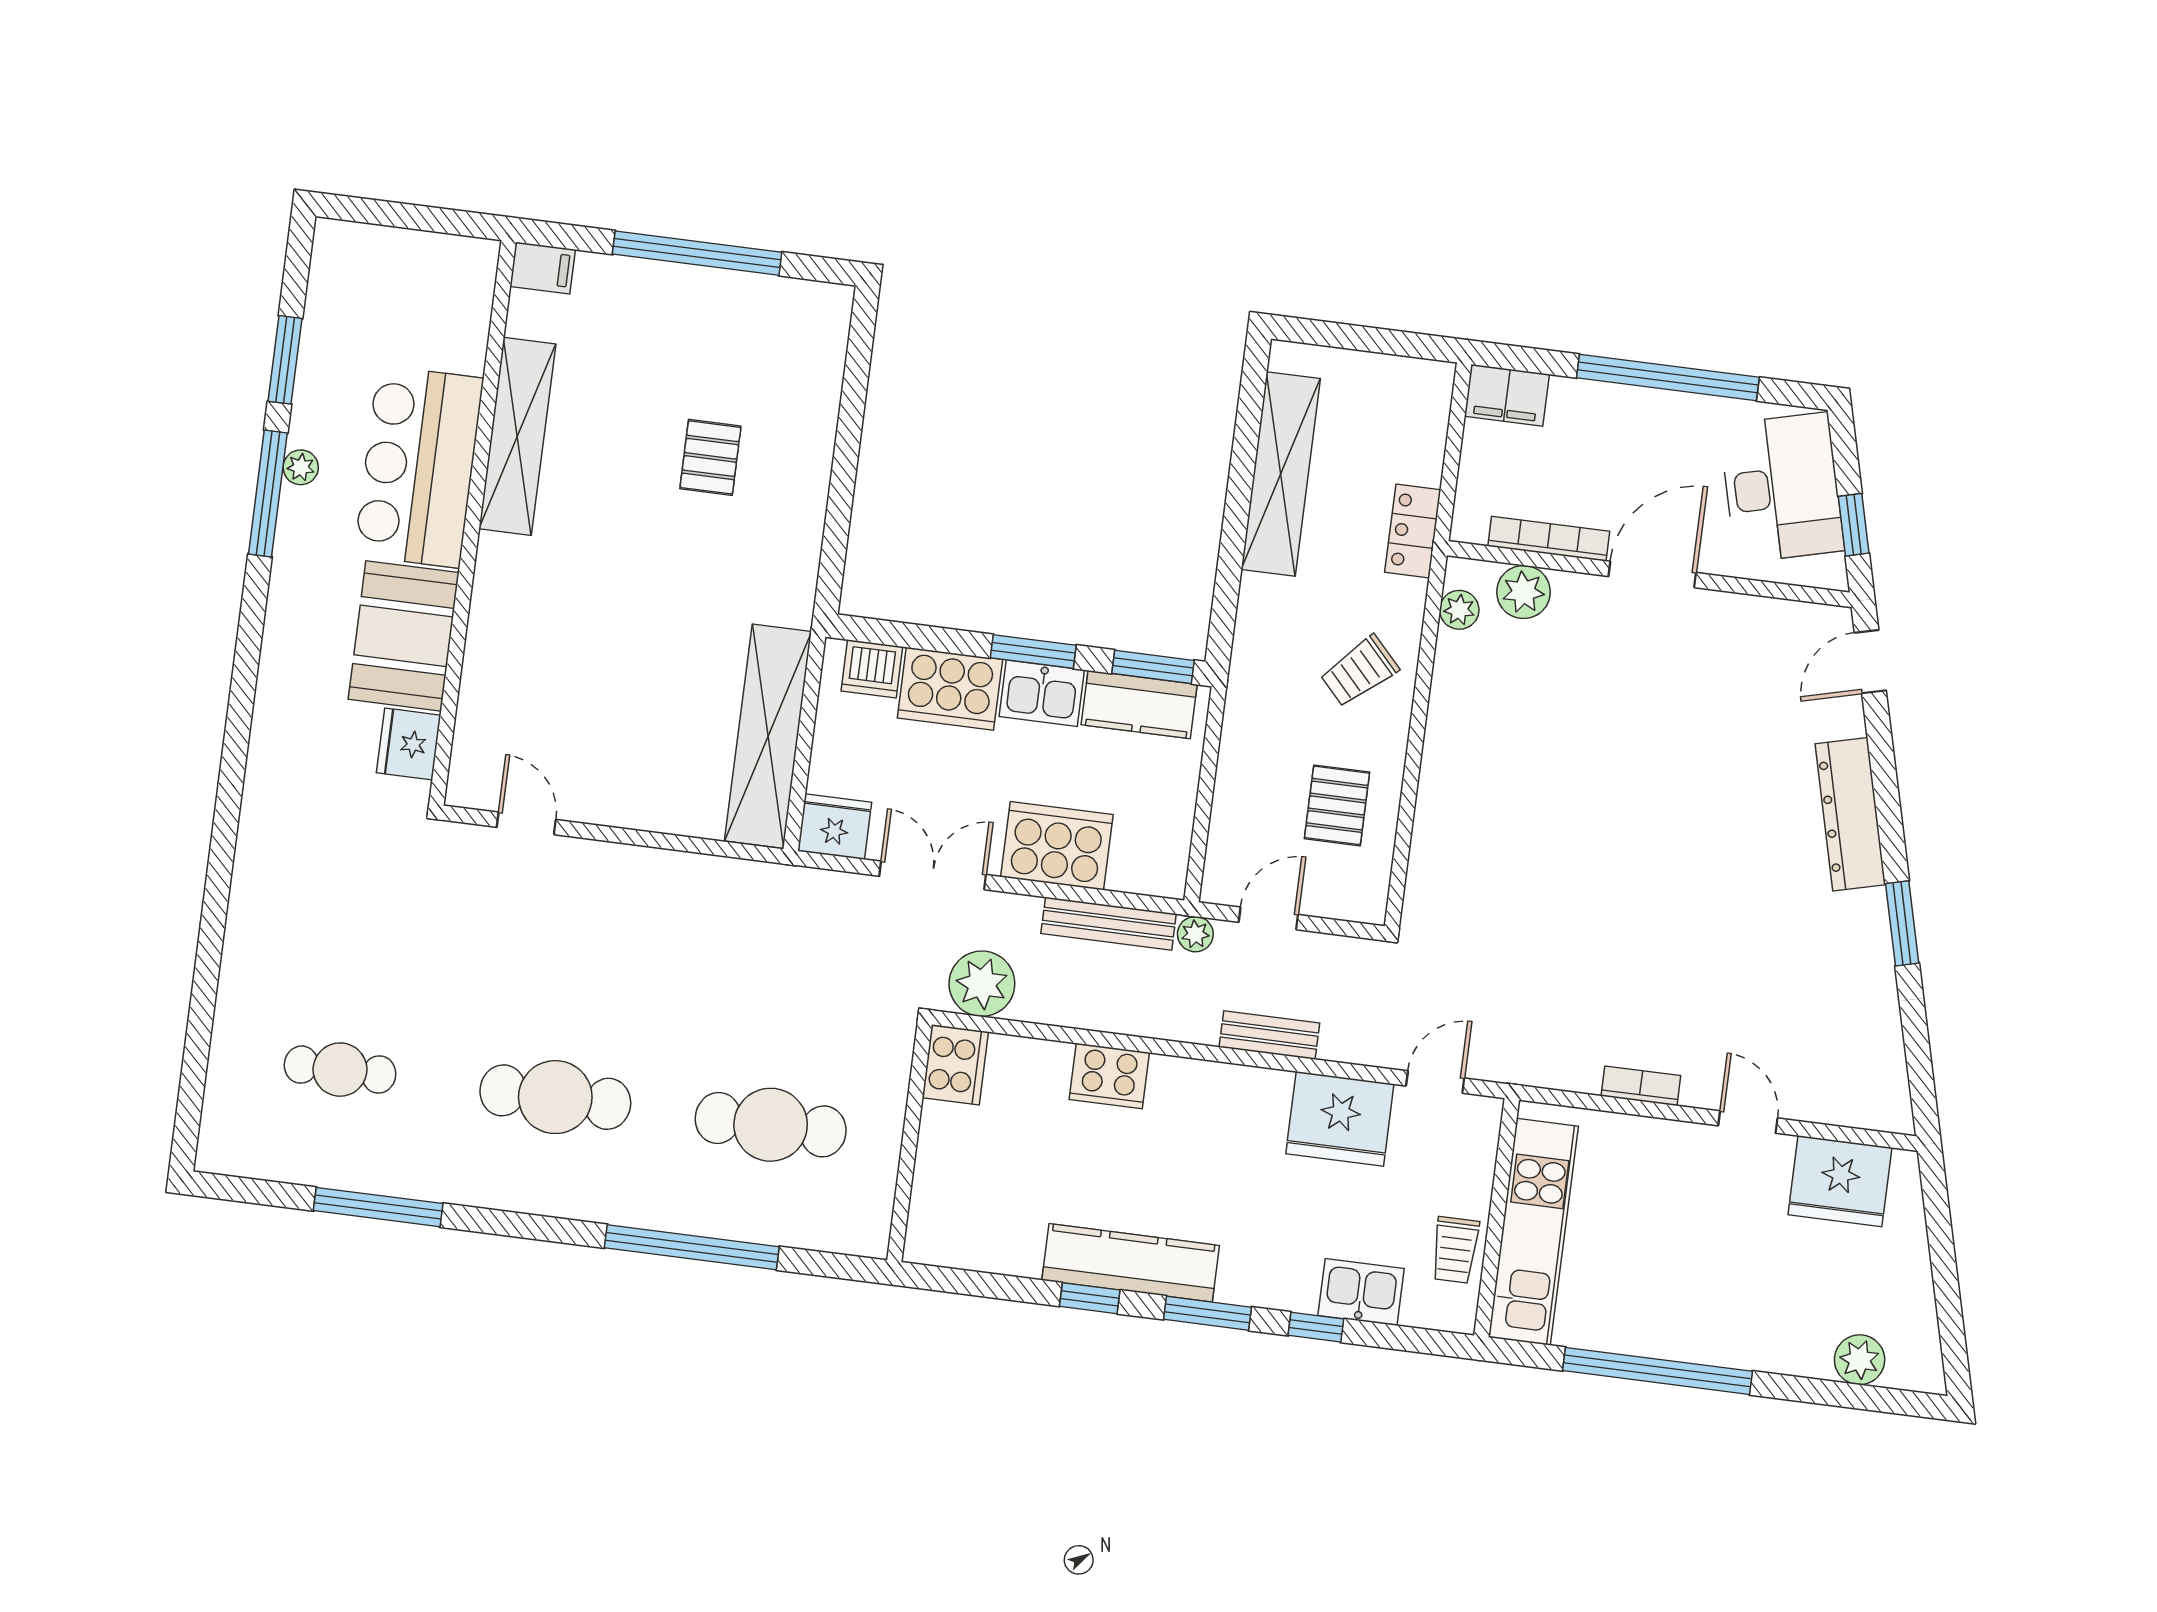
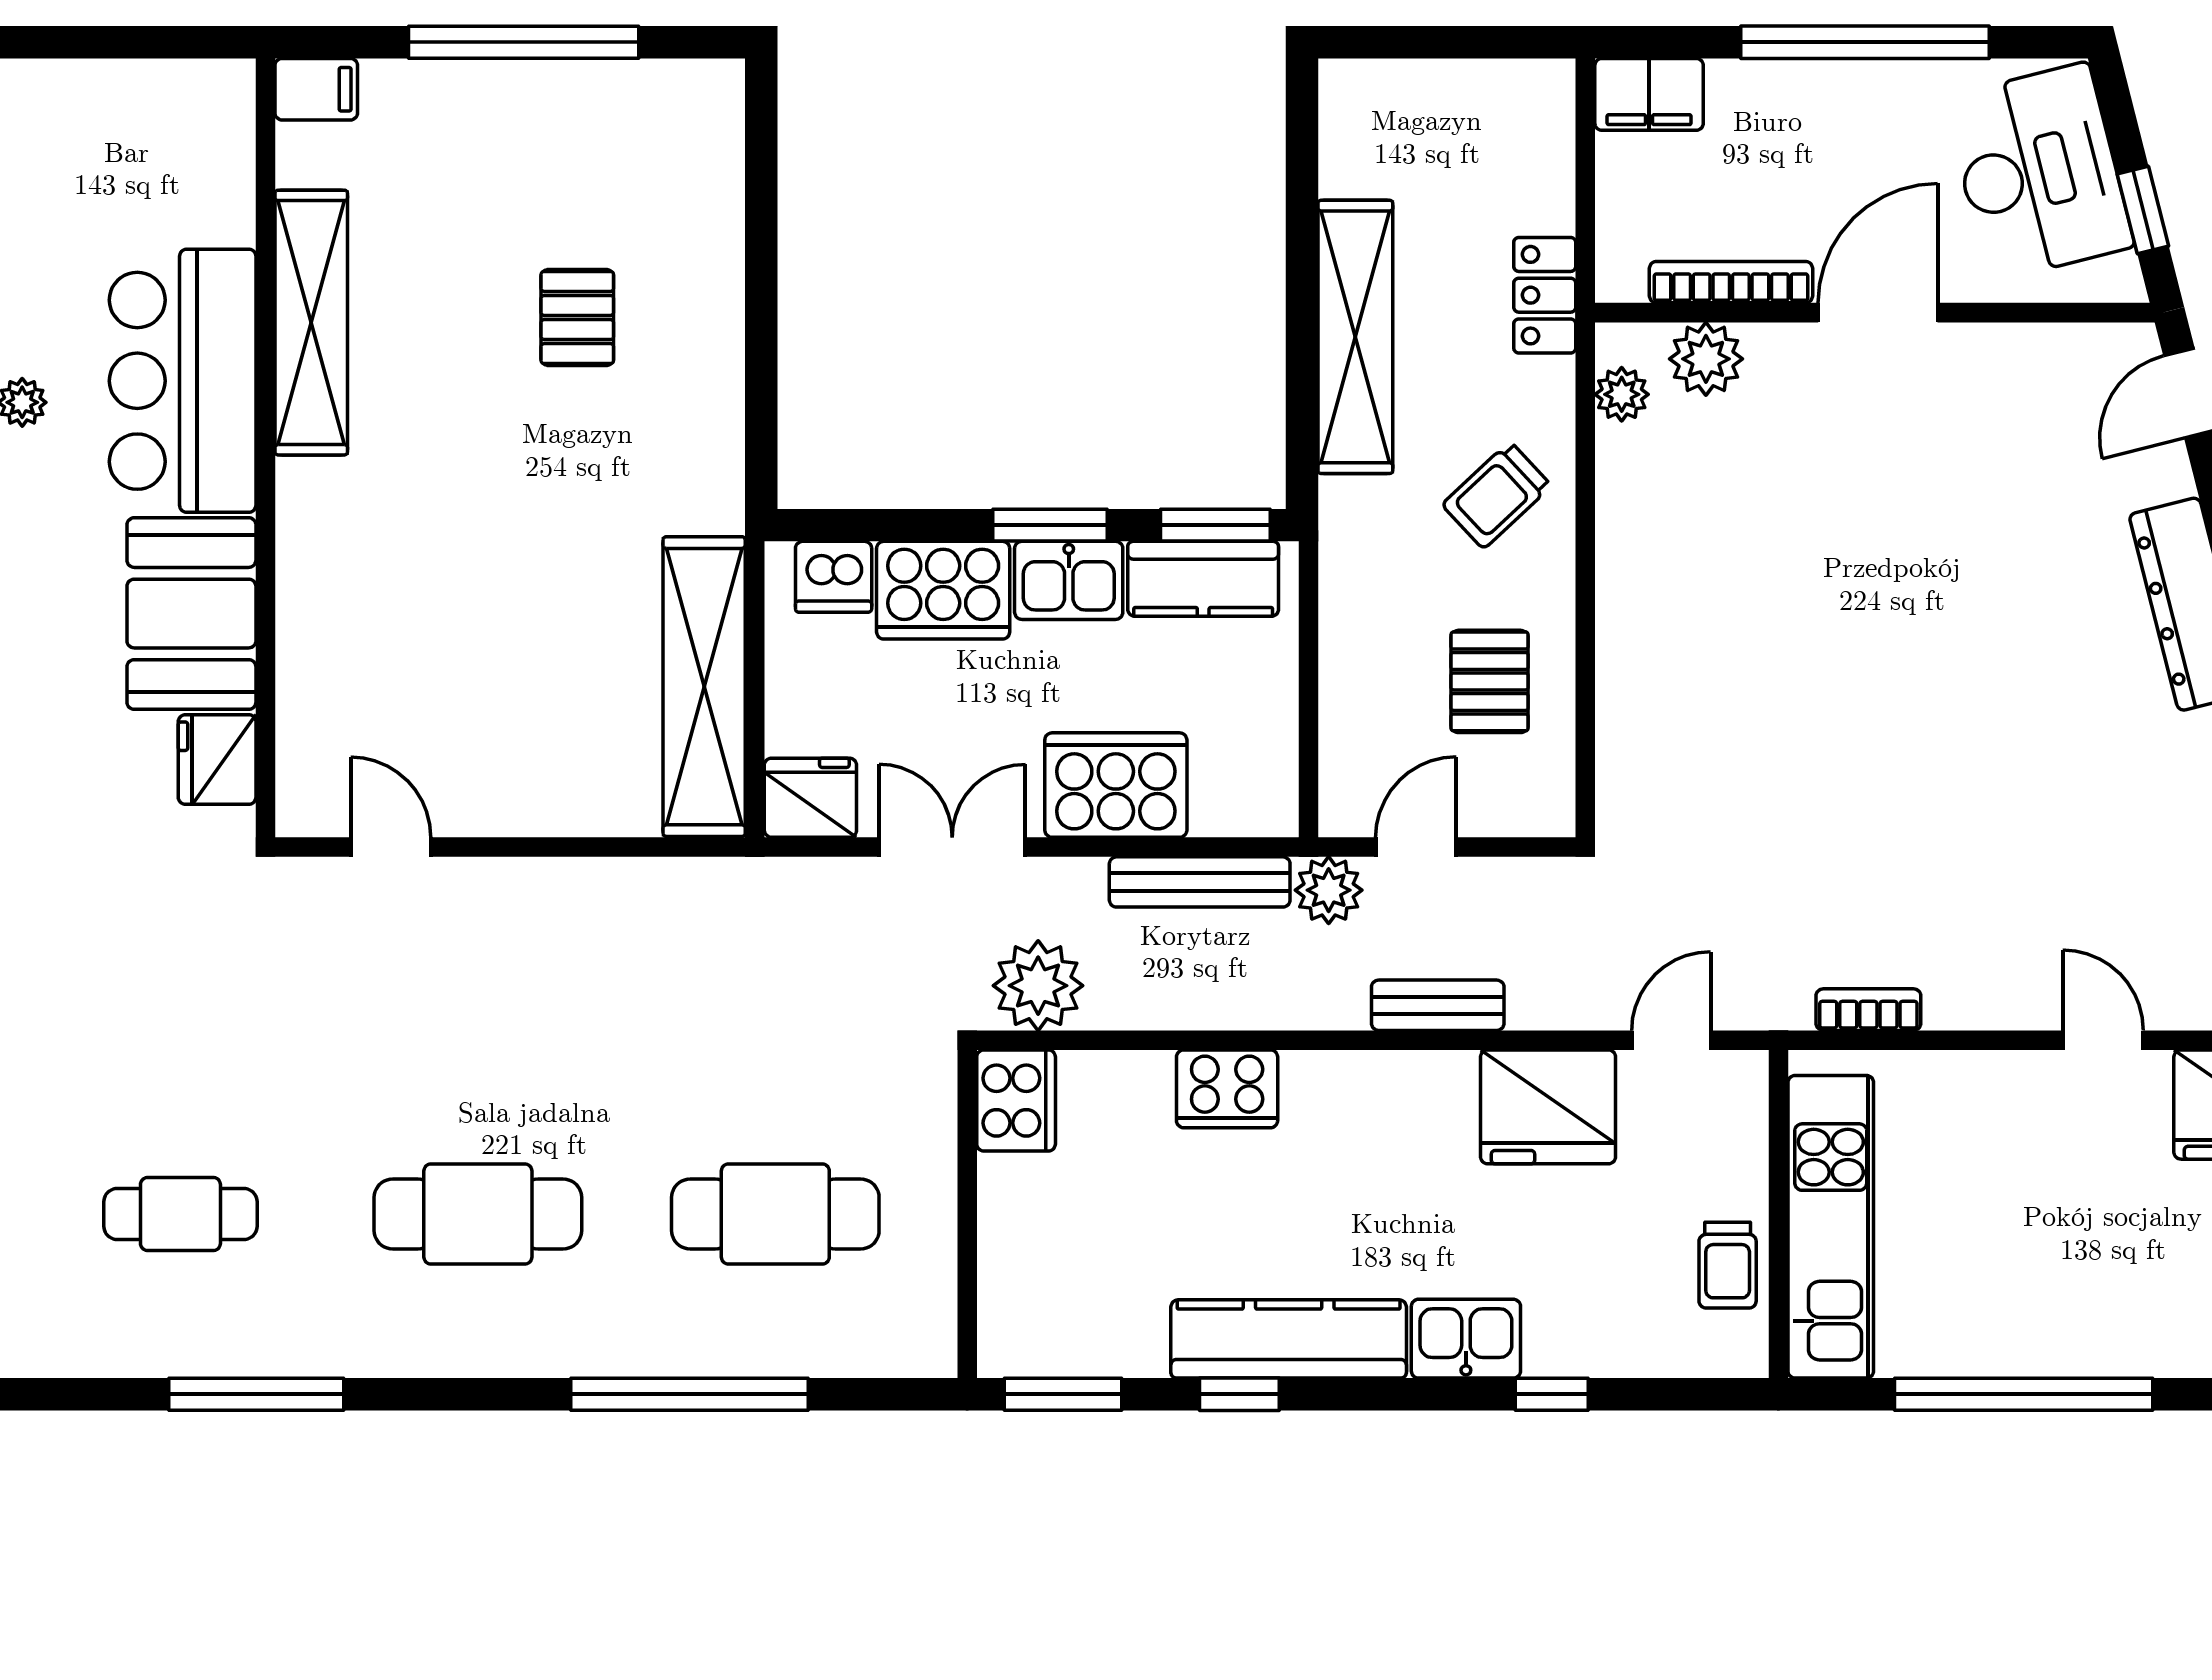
shelving: (1281, 474) -> (1355, 337), moved
plant: (1195, 934) -> (1329, 890), width x1.38, depth x1.38
bookcase: (1641, 1086) -> (1868, 1010), moved
kitchen sink: (1361, 1292) -> (1466, 1339), moved
window: (1208, 1313) -> (1063, 1394), moved

